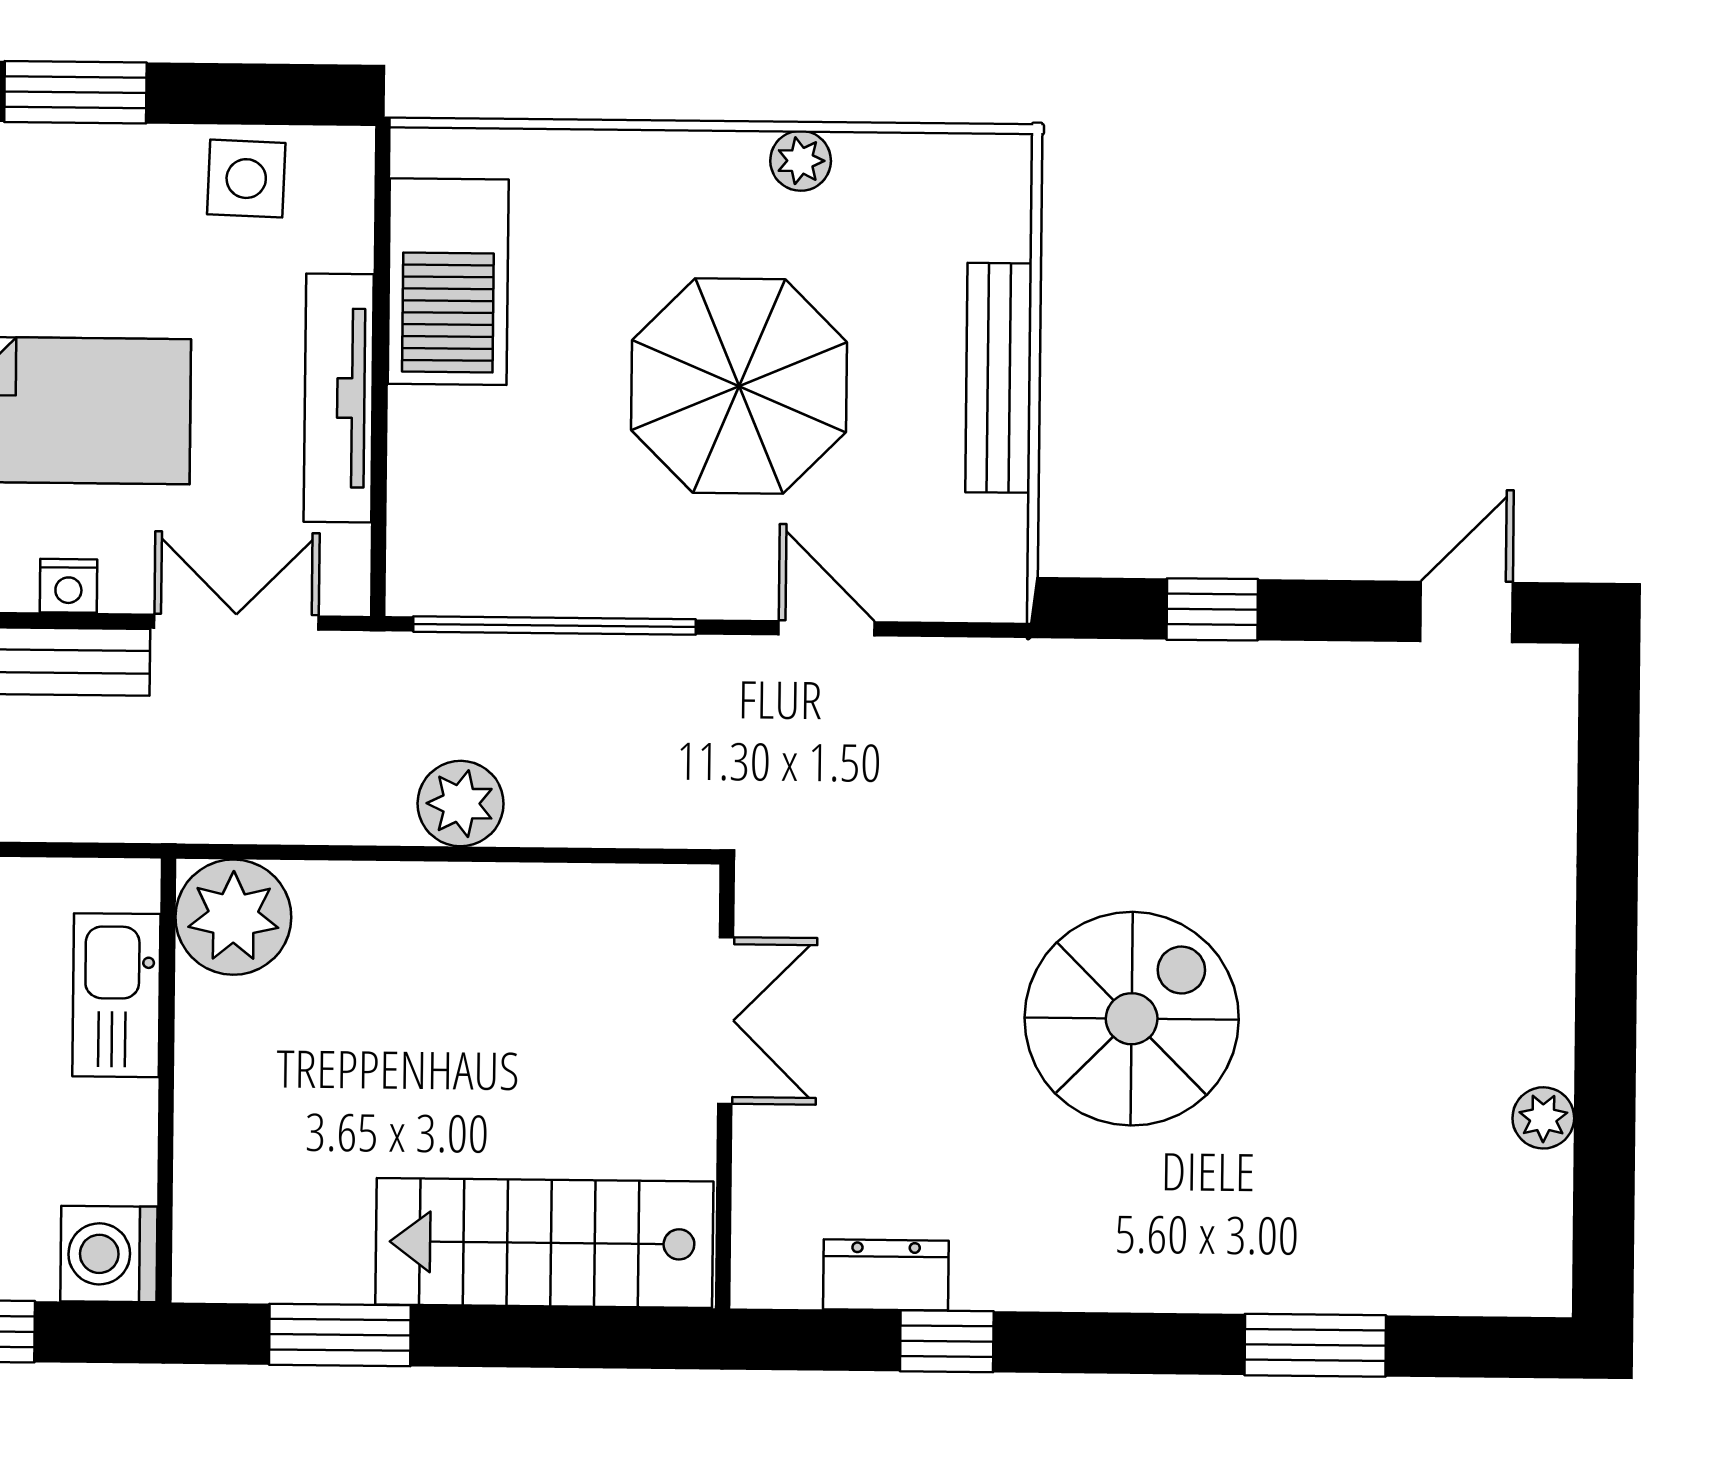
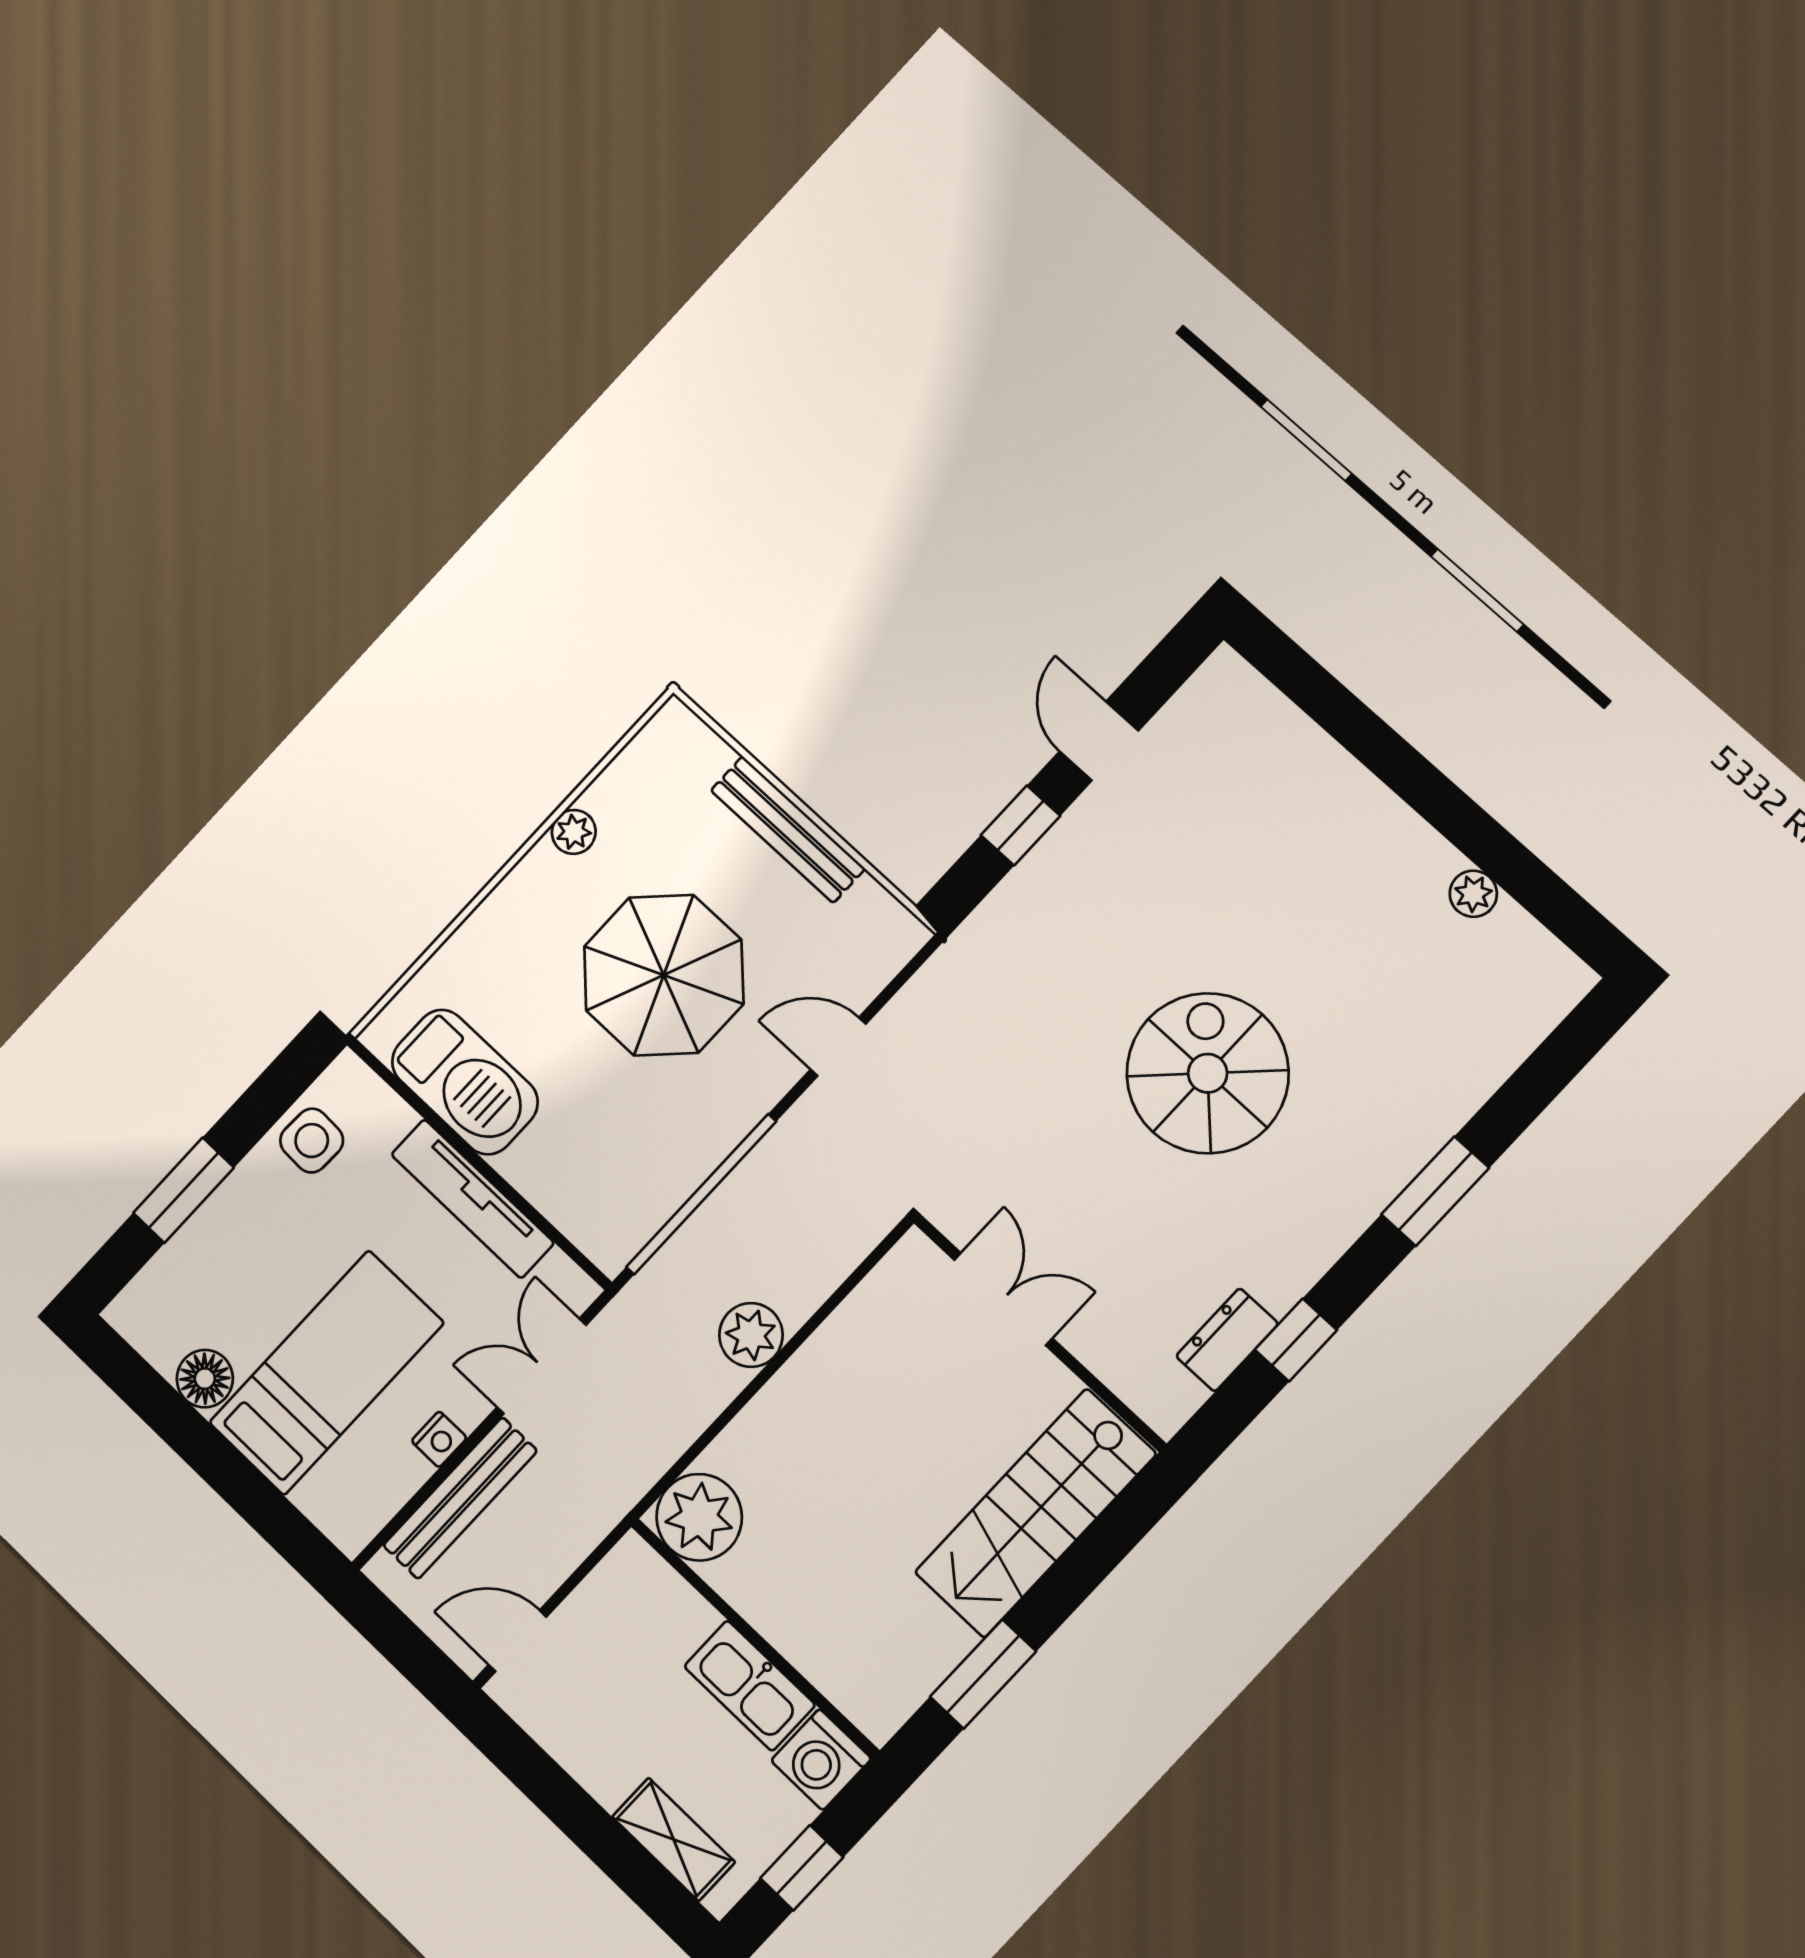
door: (1467, 612) -> (1099, 741), moved
kitchen sink: (116, 995) -> (750, 1686), moved
window: (1315, 1345) -> (1435, 1191), moved

